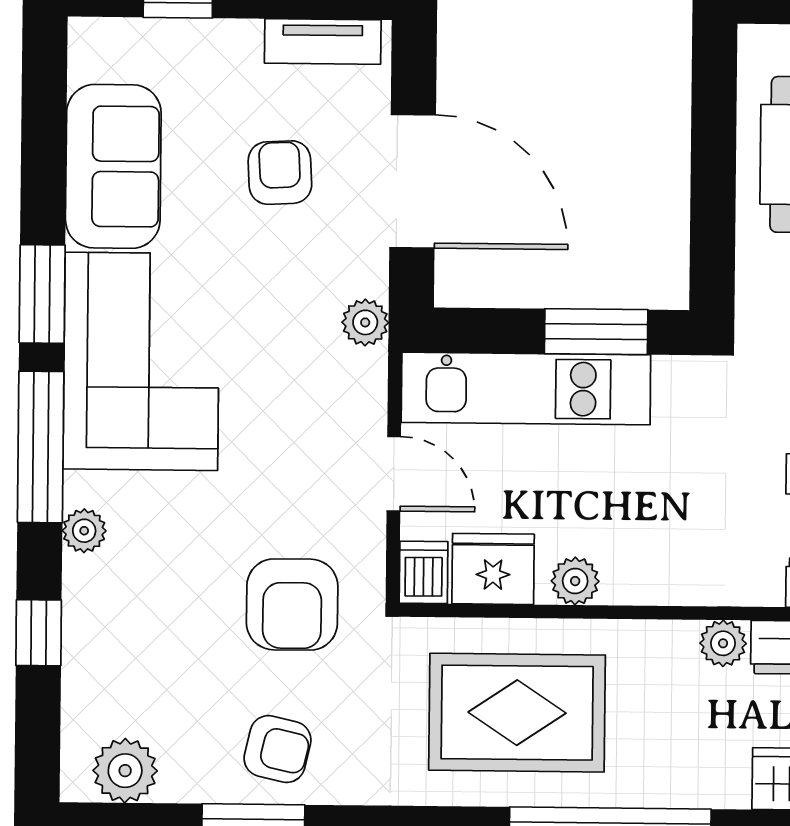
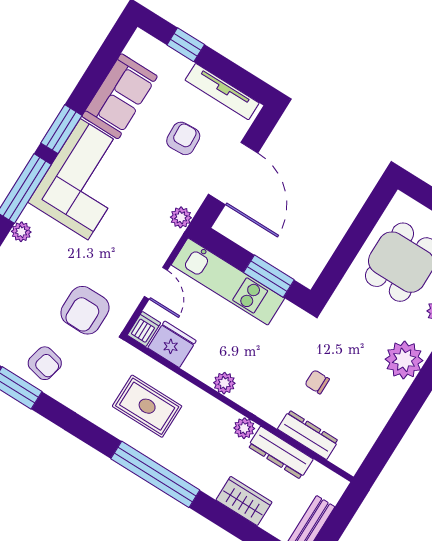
tv unit: (323, 41) -> (222, 92), width x1.41
plant: (575, 581) -> (224, 383), moved
rug: (517, 713) -> (147, 406), width x0.73, depth x0.70

